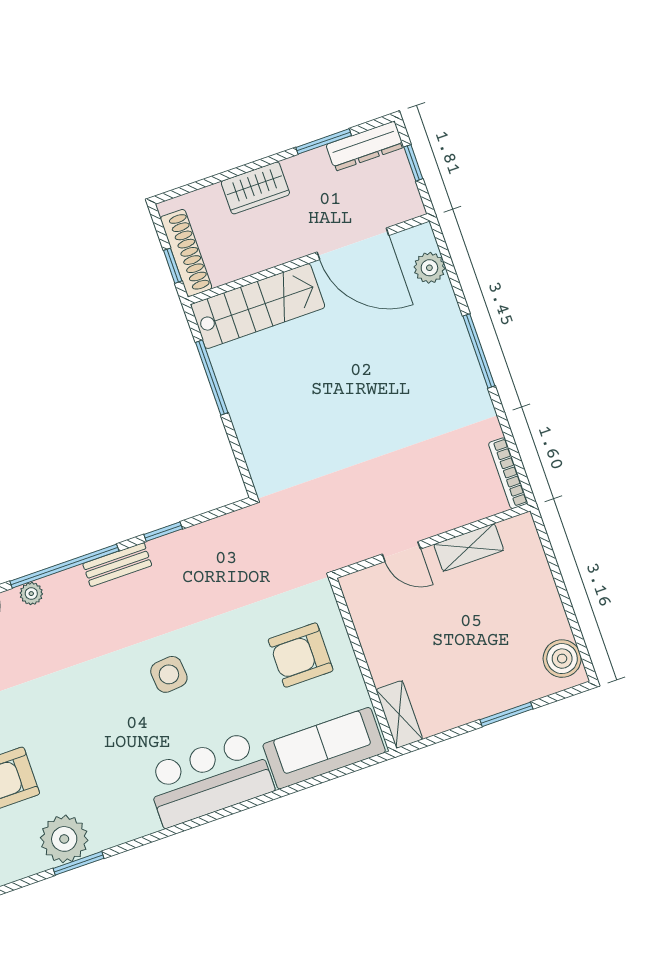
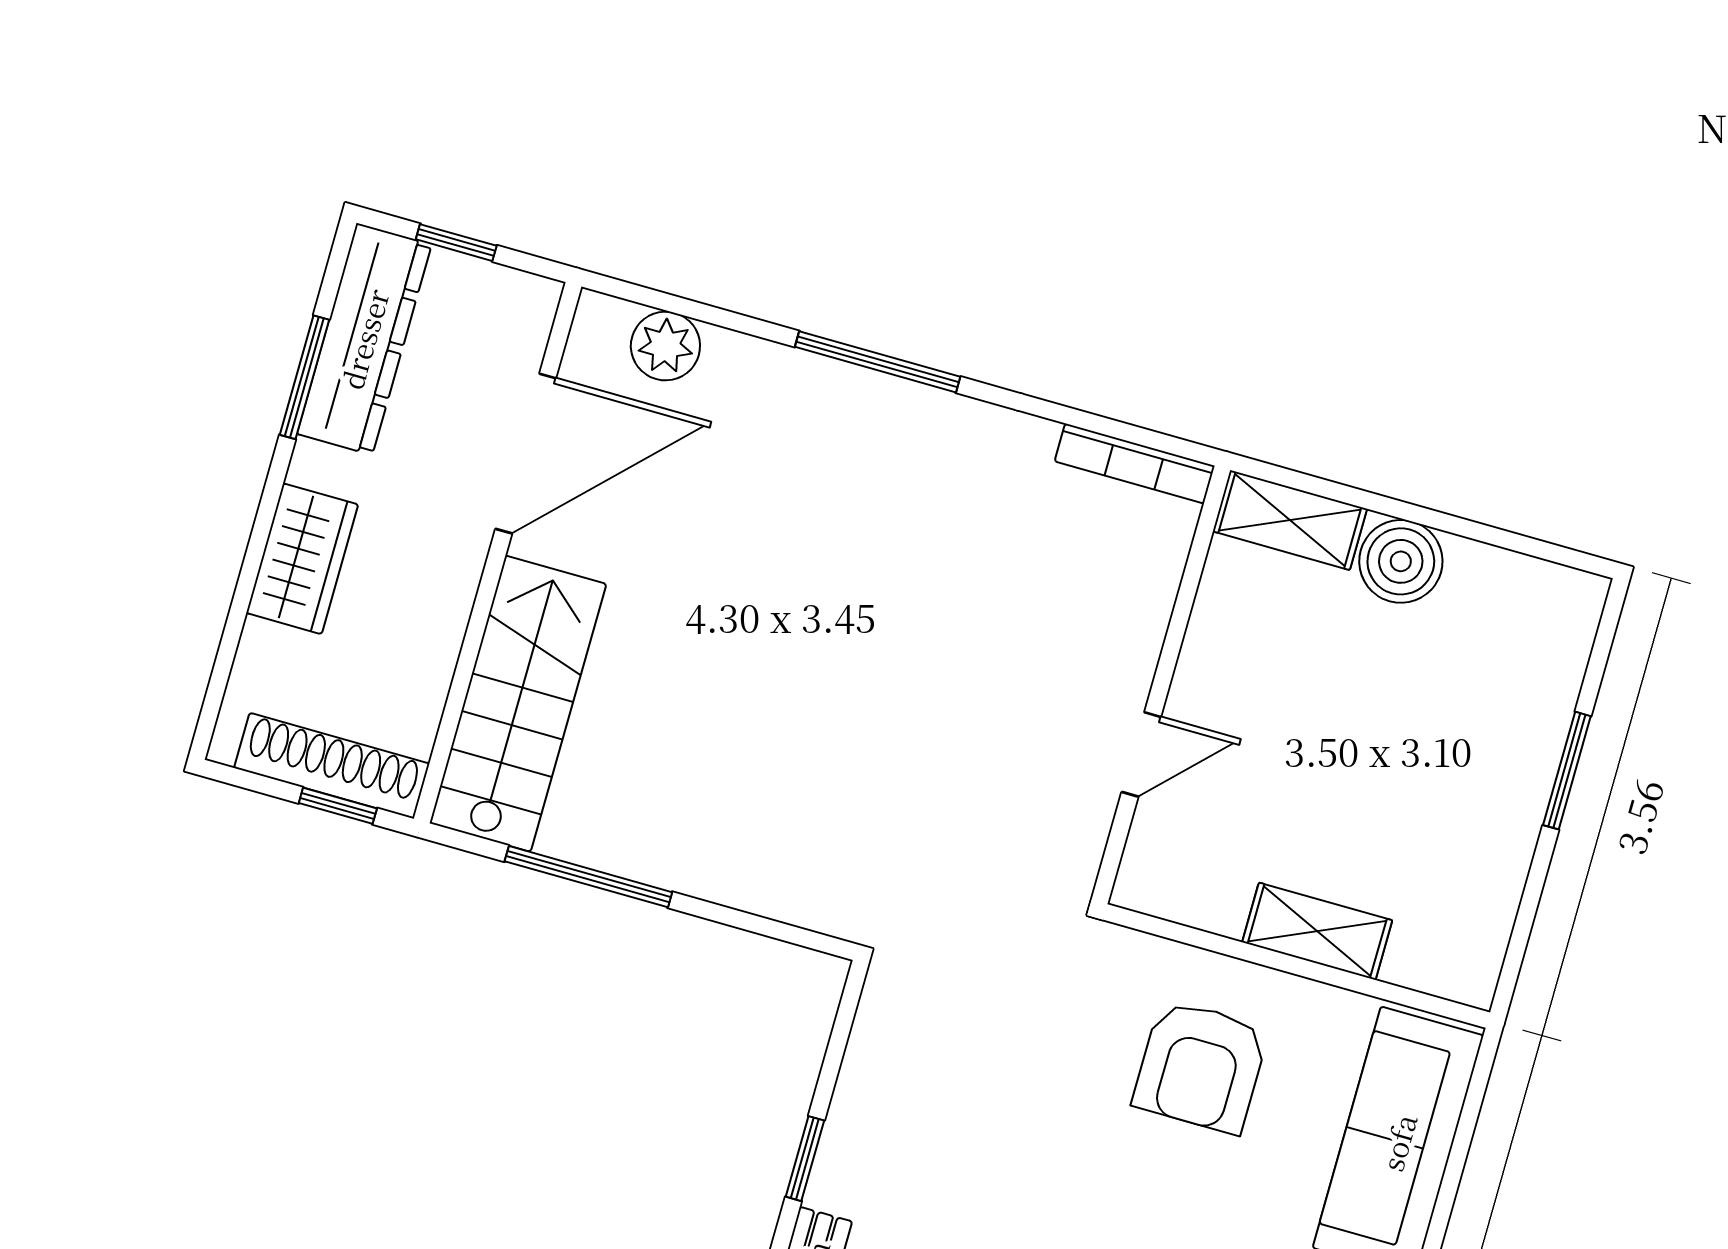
dresser: (365, 146) -> (364, 339), width x1.37, depth x1.24
shelving: (469, 547) -> (1290, 520), moved, turned 90
boiler: (562, 659) -> (1401, 561), moved
shelving: (399, 714) -> (1317, 931), moved

